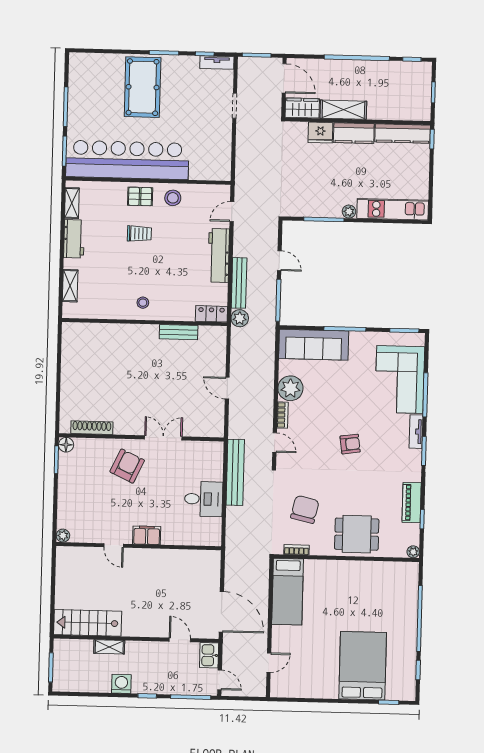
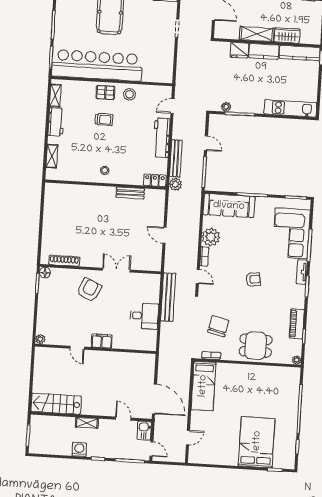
wardrobe: (302, 108) -> (287, 35), moved
plant: (349, 212) -> (226, 107), moved
shelving: (109, 647) -> (87, 423), moved

